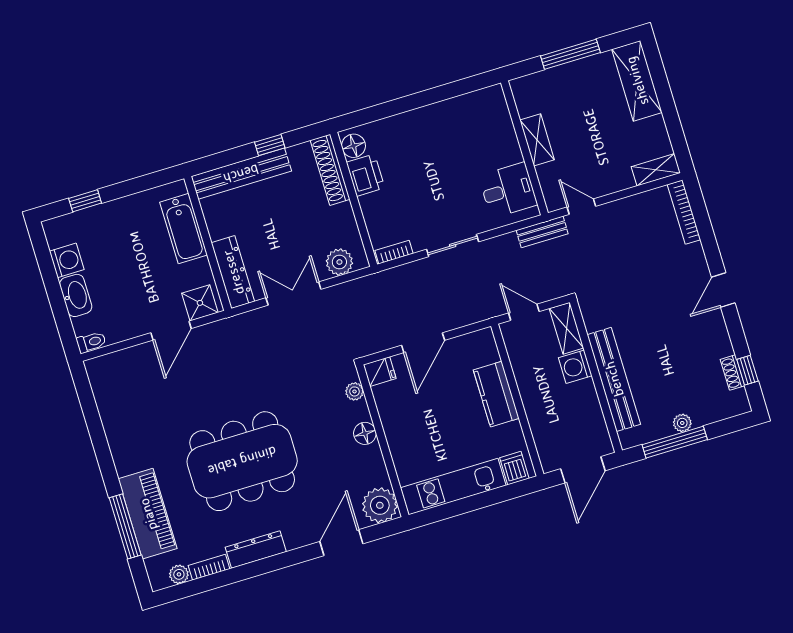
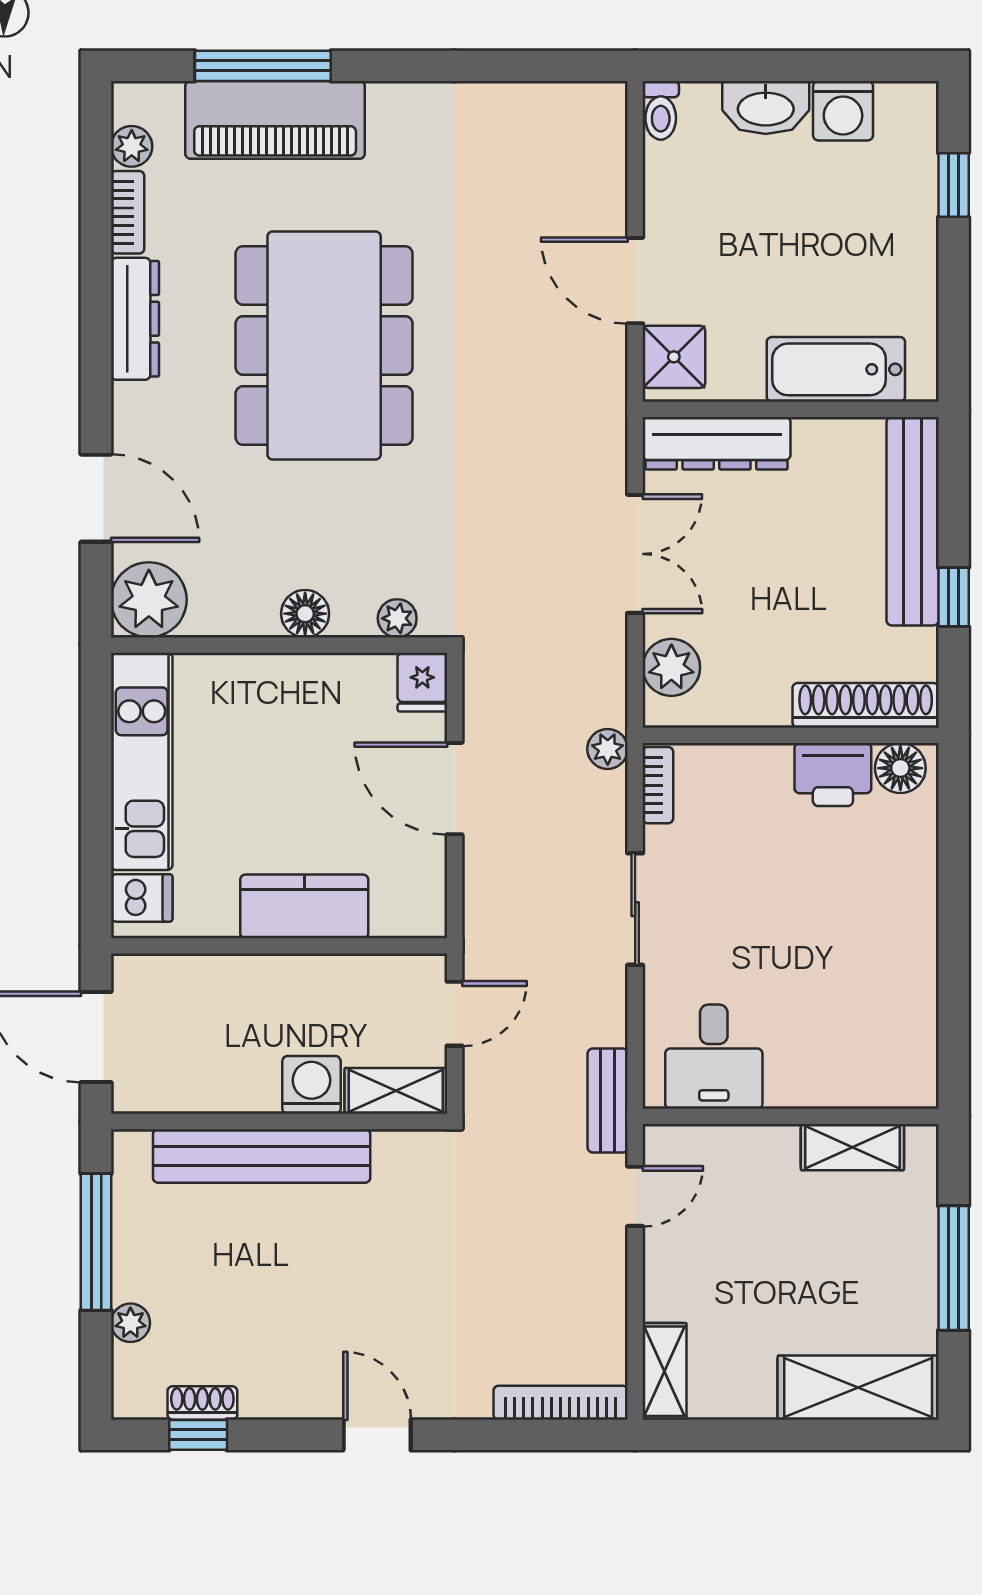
shelving: (537, 140) -> (852, 1147), moved
plant: (385, 280) -> (608, 749), added
plant: (682, 423) -> (130, 1323), moved

